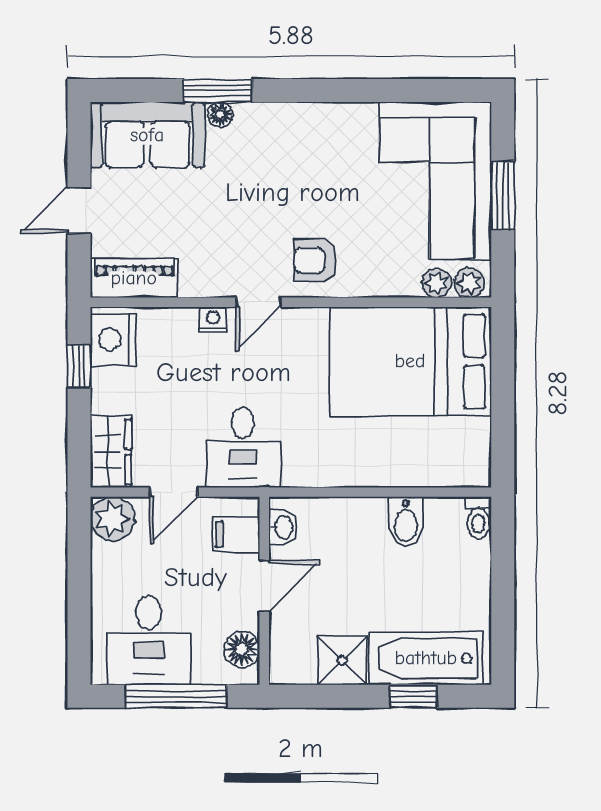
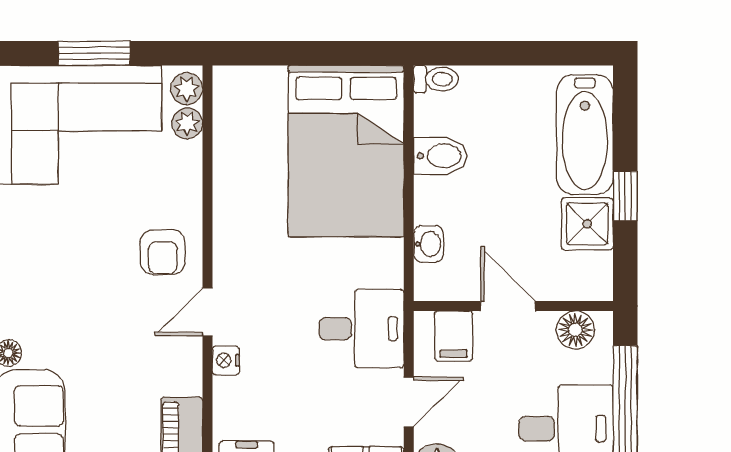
door: (259, 302) -> (207, 312), swing flipped
bed: (410, 361) -> (346, 151), moved
door: (174, 492) -> (409, 402), hinge flipped
washbasin: (283, 527) -> (428, 244), moved, turned 90
window: (413, 696) -> (625, 196), moved

